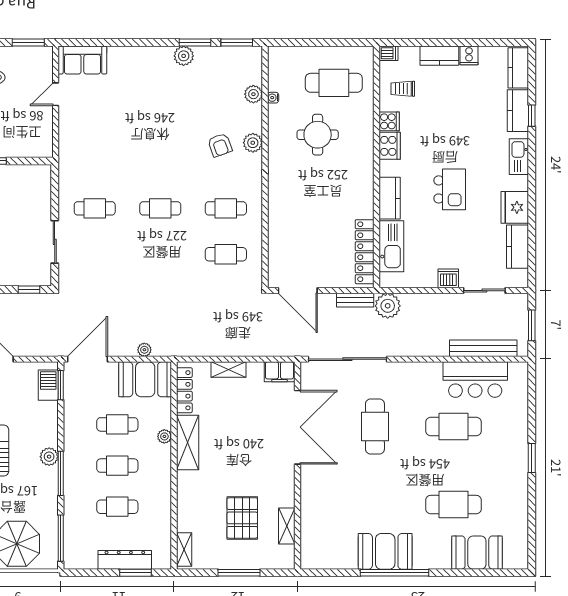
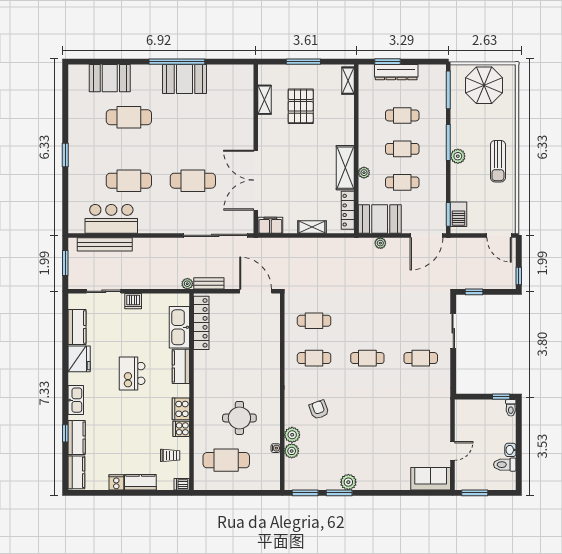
plant: (253, 143) -> (292, 435), moved
plant: (388, 306) -> (187, 284), width x0.53, depth x0.53
cafe table: (375, 427) -> (193, 181), turned 90

